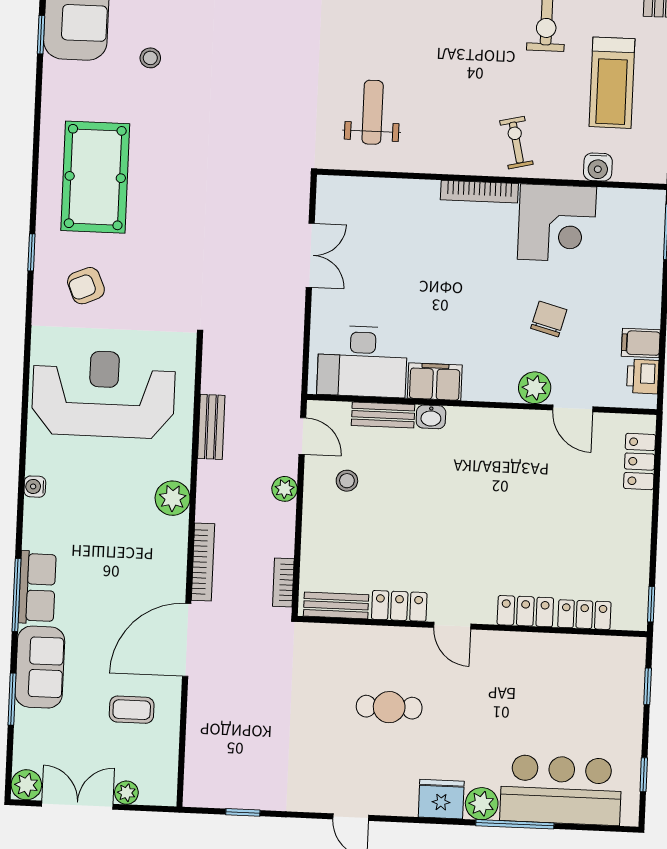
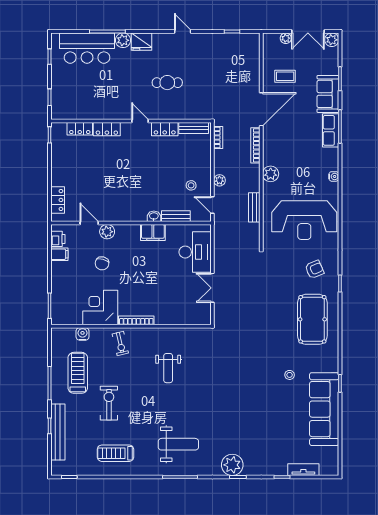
weight bench: (373, 112) -> (168, 368), moved
desk: (362, 361) -> (195, 252), moved, turned 90

